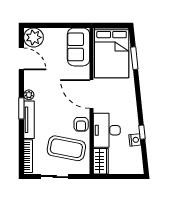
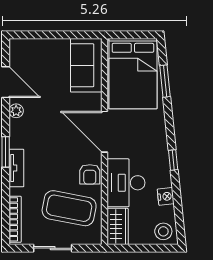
plant: (34, 37) -> (23, 52), removed
plant: (29, 95) -> (16, 111), moved
tv unit: (29, 120) -> (16, 168), width x0.71
window: (142, 132) -> (173, 160), moved
stool: (133, 165) -> (163, 231), added

